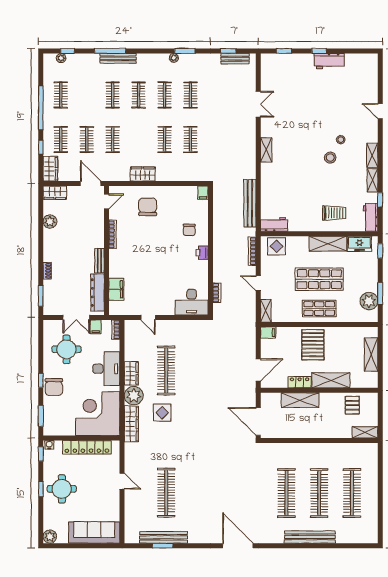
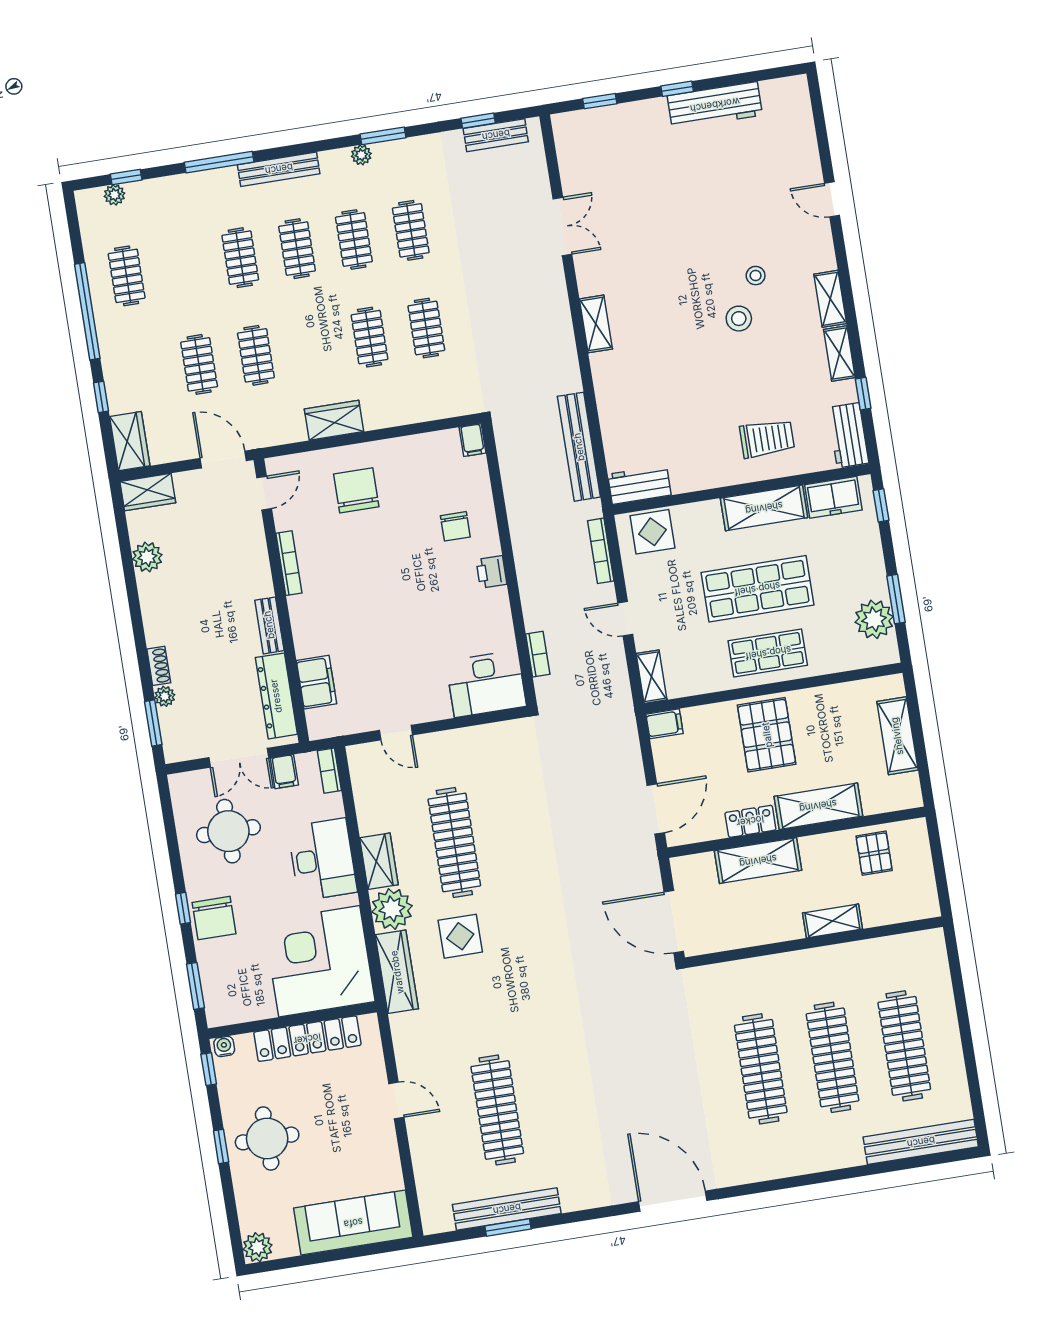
bench: (118, 58) -> (279, 169), moved
workbench: (329, 61) -> (715, 105), width x1.37
clothes rail: (61, 140) -> (142, 374), removed
plant: (48, 285) -> (165, 696), added
shelving: (365, 432) -> (832, 921), moved
bench: (310, 537) -> (921, 1142), moved

